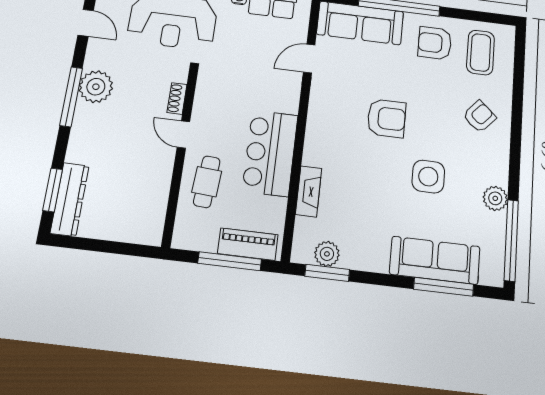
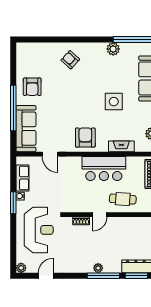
coffee table: (481, 53) -> (34, 61), removed
plant: (96, 87) -> (98, 268), moved, width x0.53, depth x0.53
window: (71, 97) -> (103, 276), moved
armchair: (386, 118) -> (85, 137), moved
side table: (428, 177) -> (114, 102), moved

